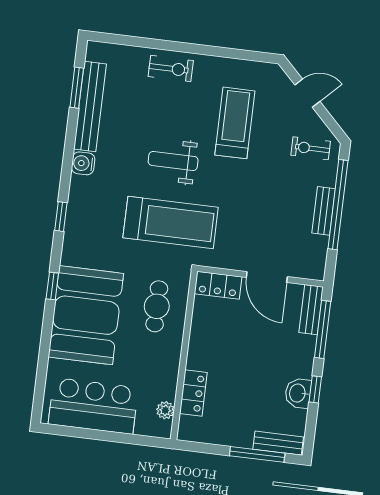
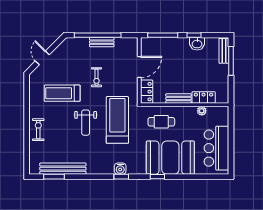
exercise bike: (311, 148) -> (96, 77), moved
water cooler: (83, 163) -> (120, 169), moved
bench: (311, 310) -> (178, 99), moved
plant: (165, 410) -> (202, 111), moved

